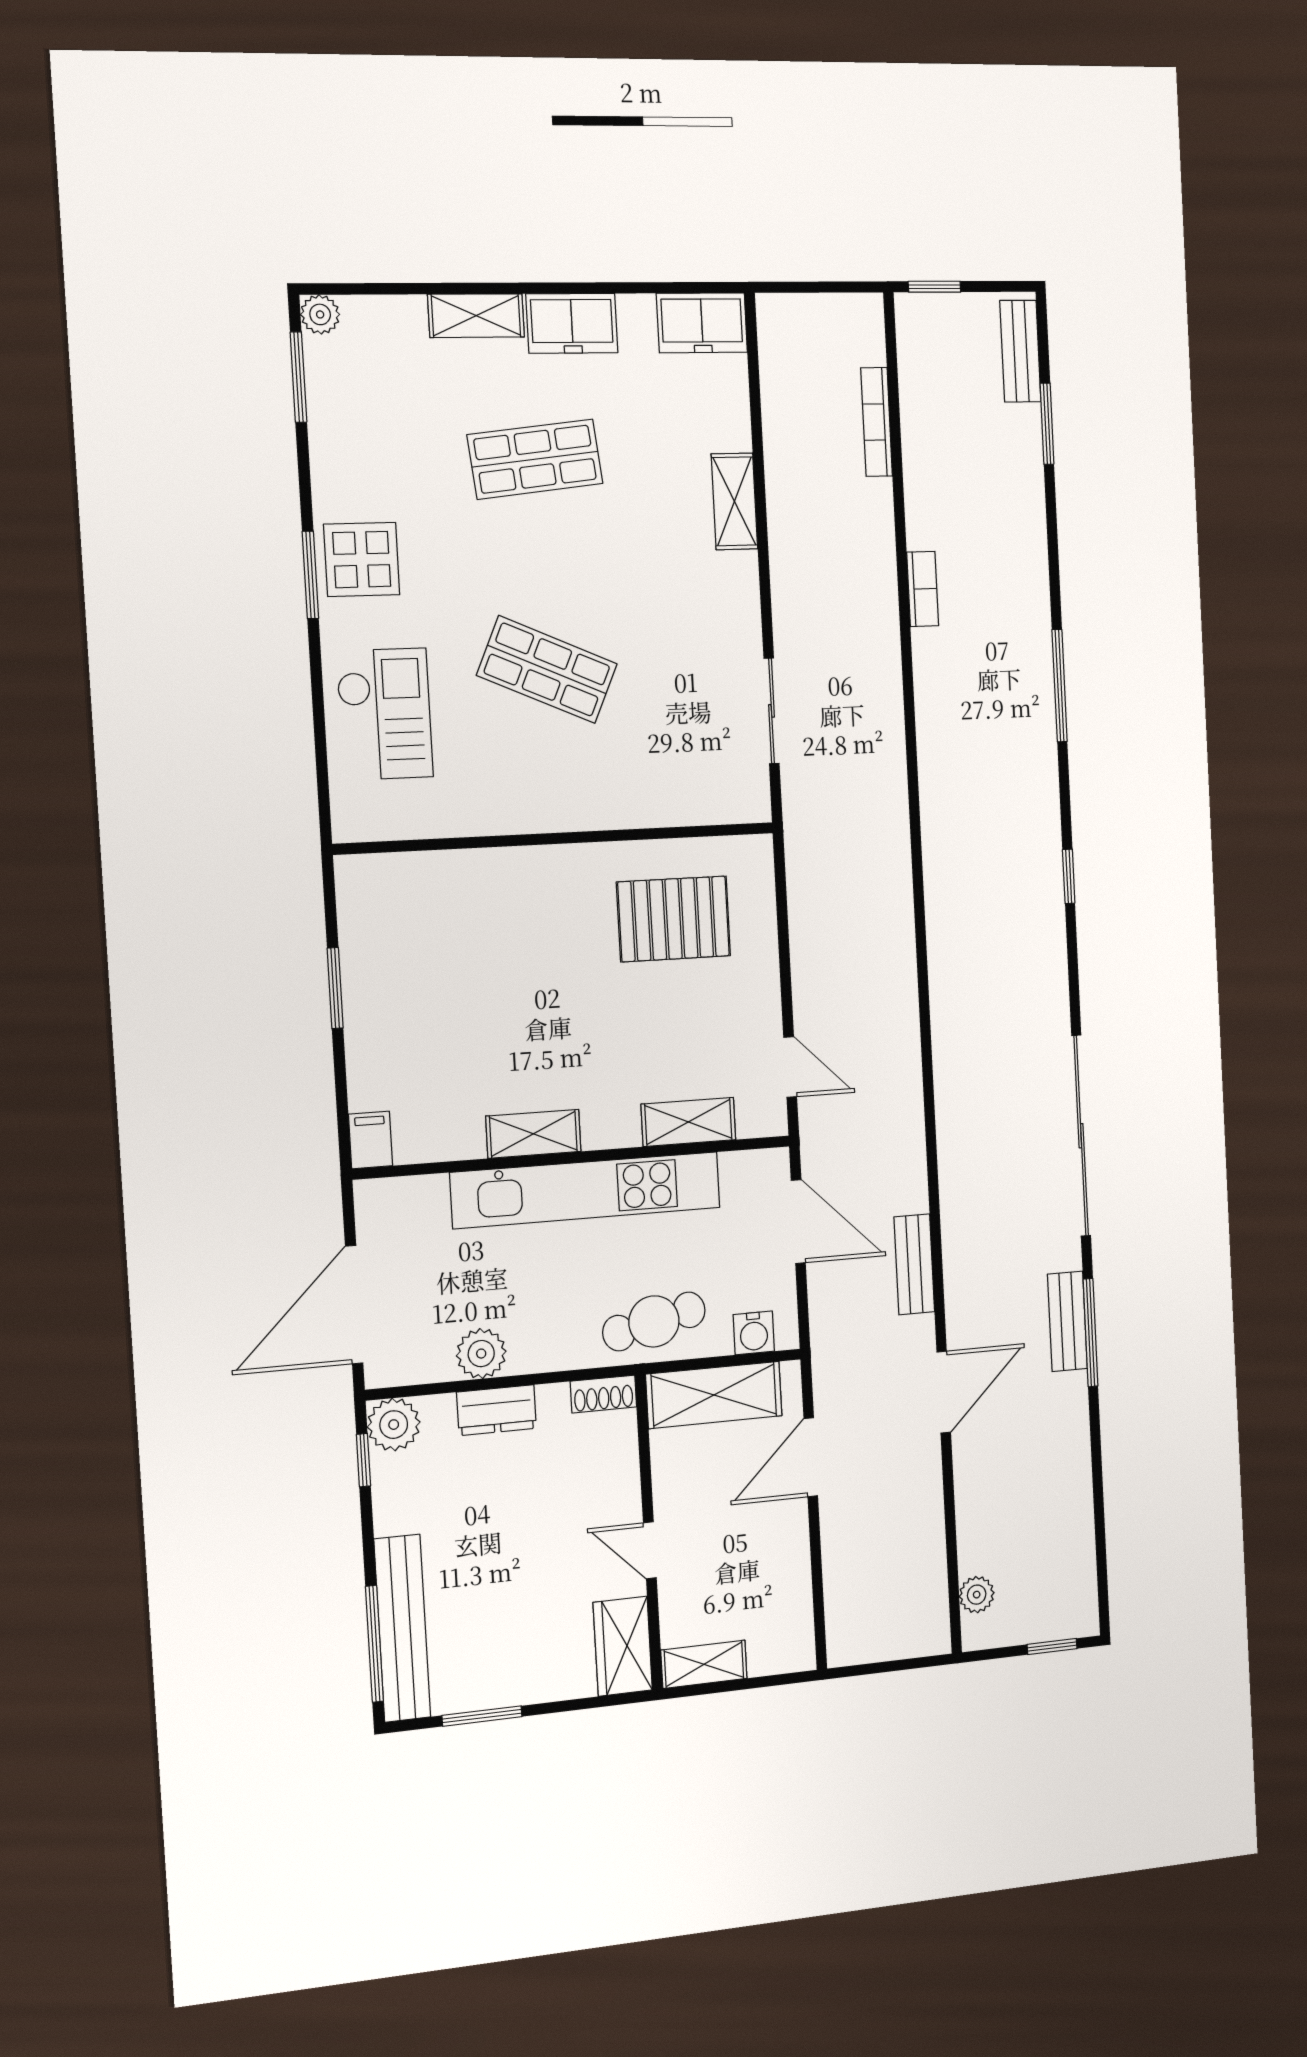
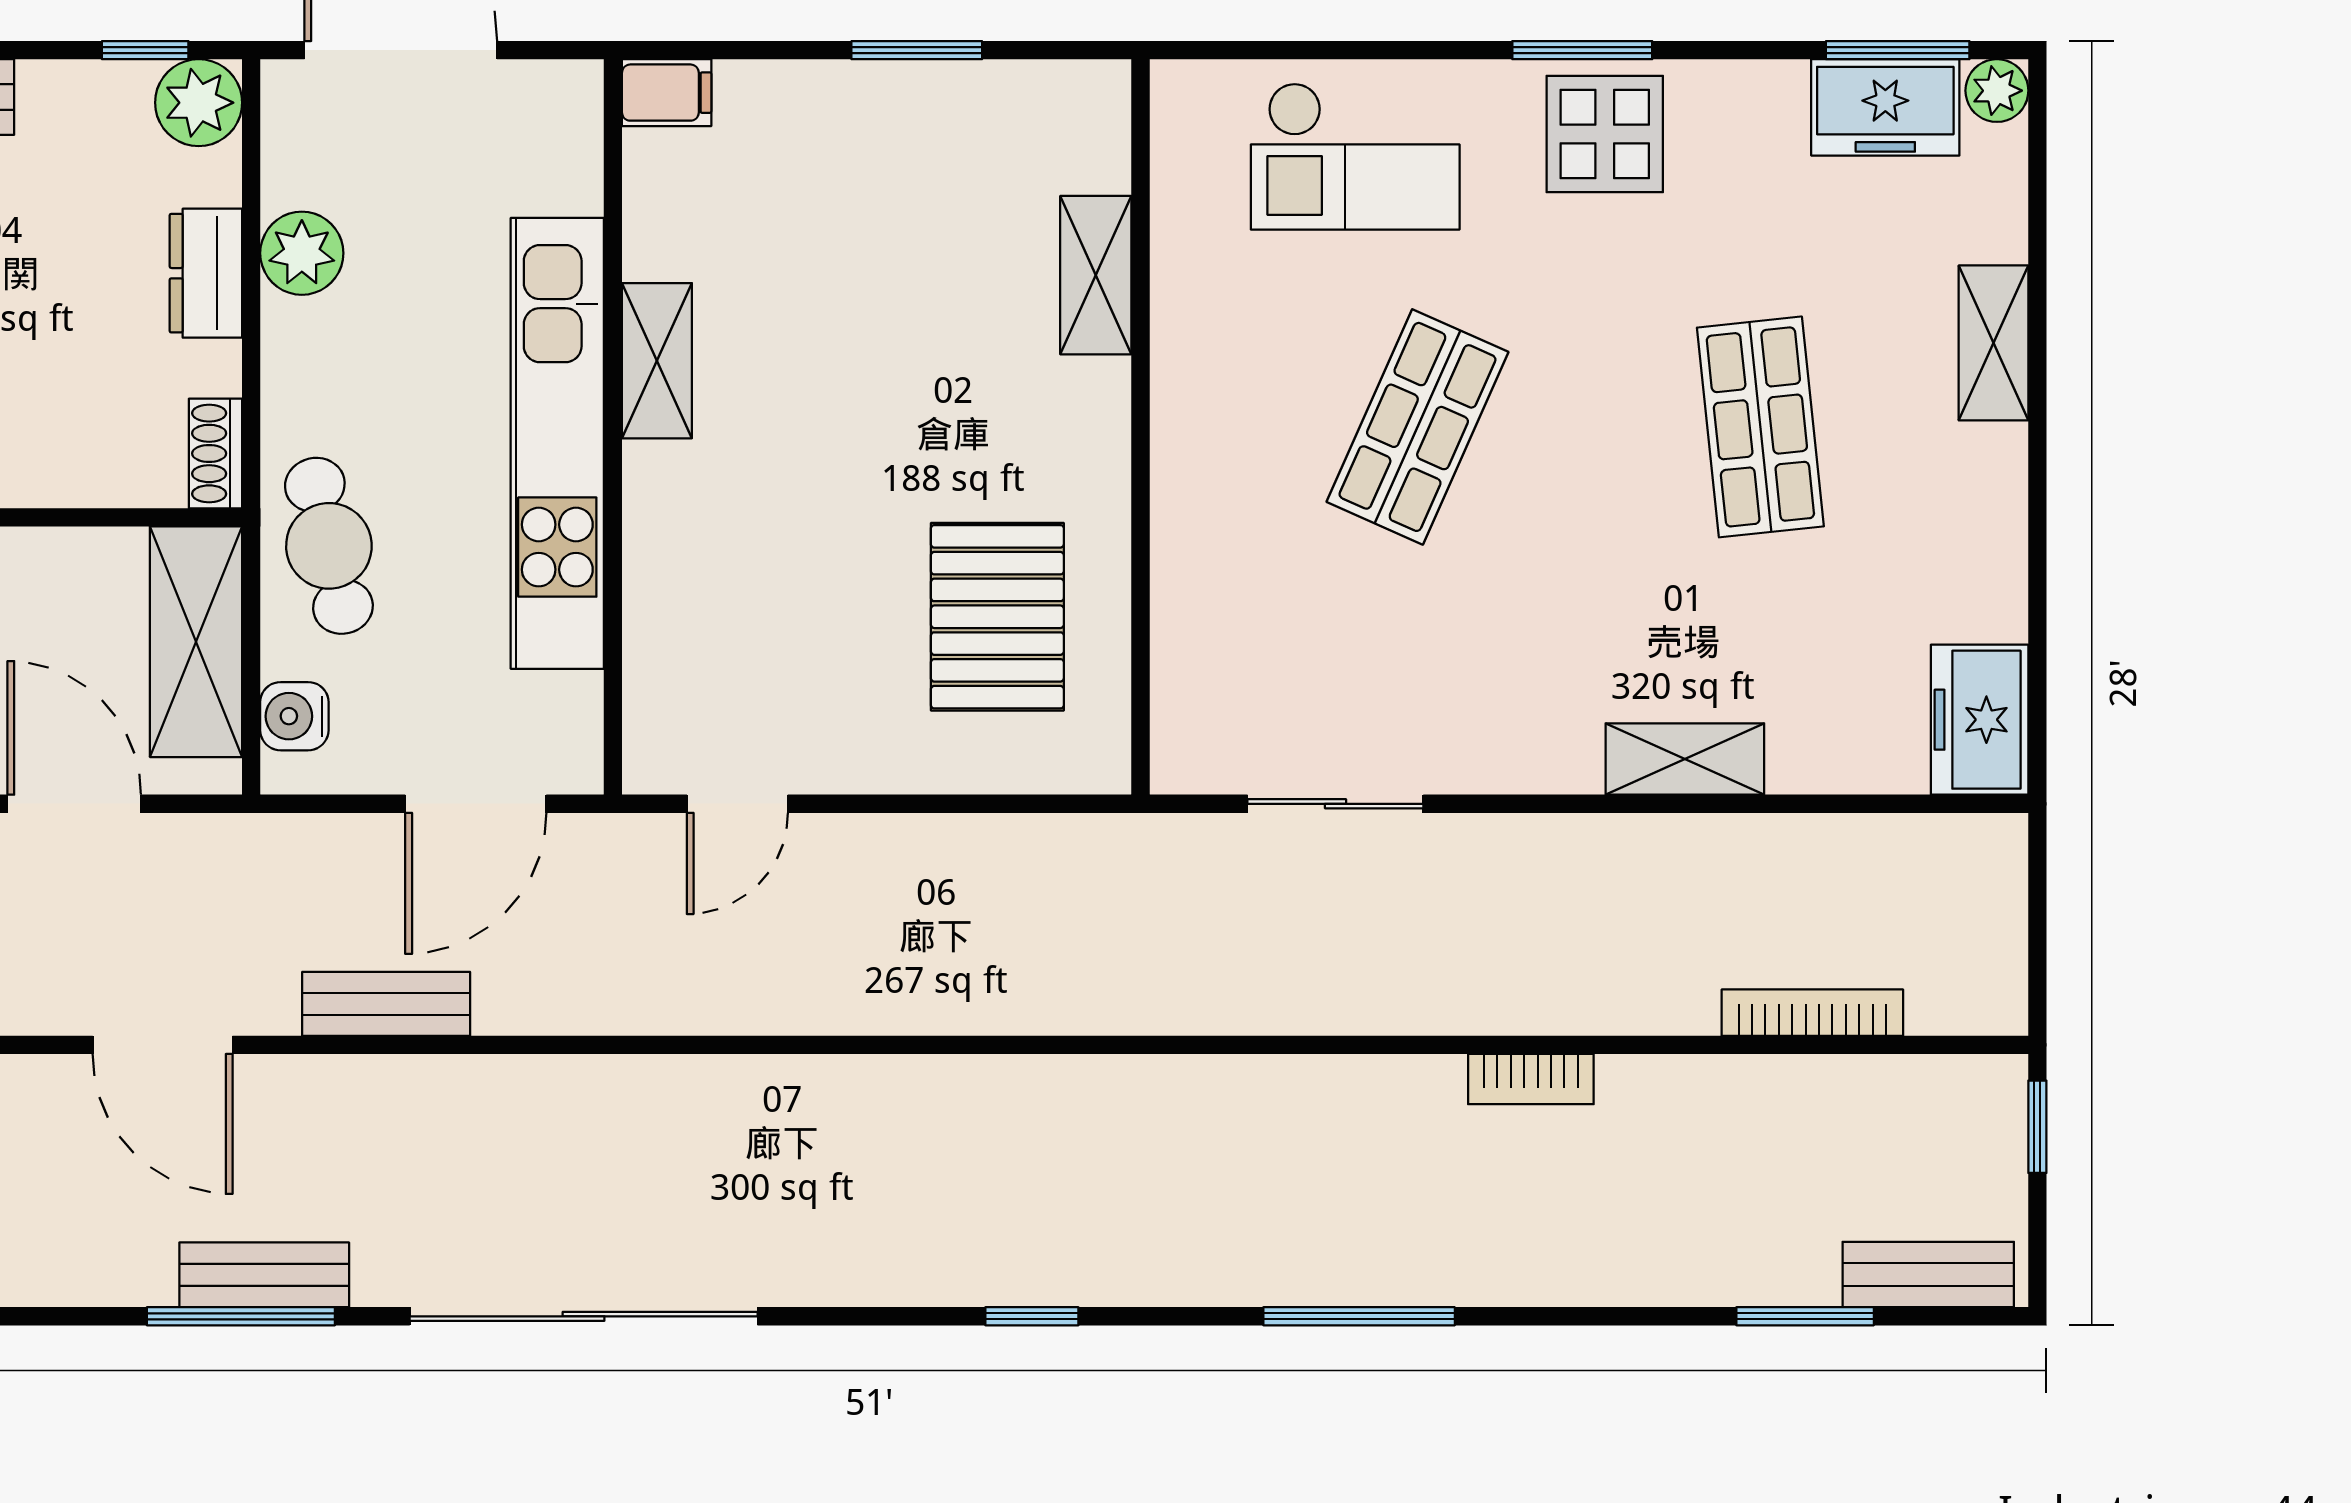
freezer: (572, 323) -> (1885, 107), moved, turned -90
shelving: (688, 1122) -> (1096, 275), moved

